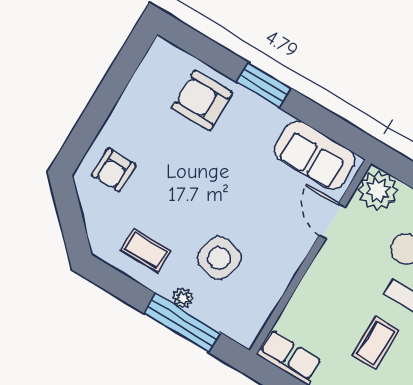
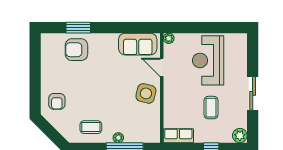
window: (264, 85) -> (78, 28), moved
plant: (378, 190) -> (169, 38), width x0.53, depth x0.53
side table: (219, 258) -> (146, 93), moved

